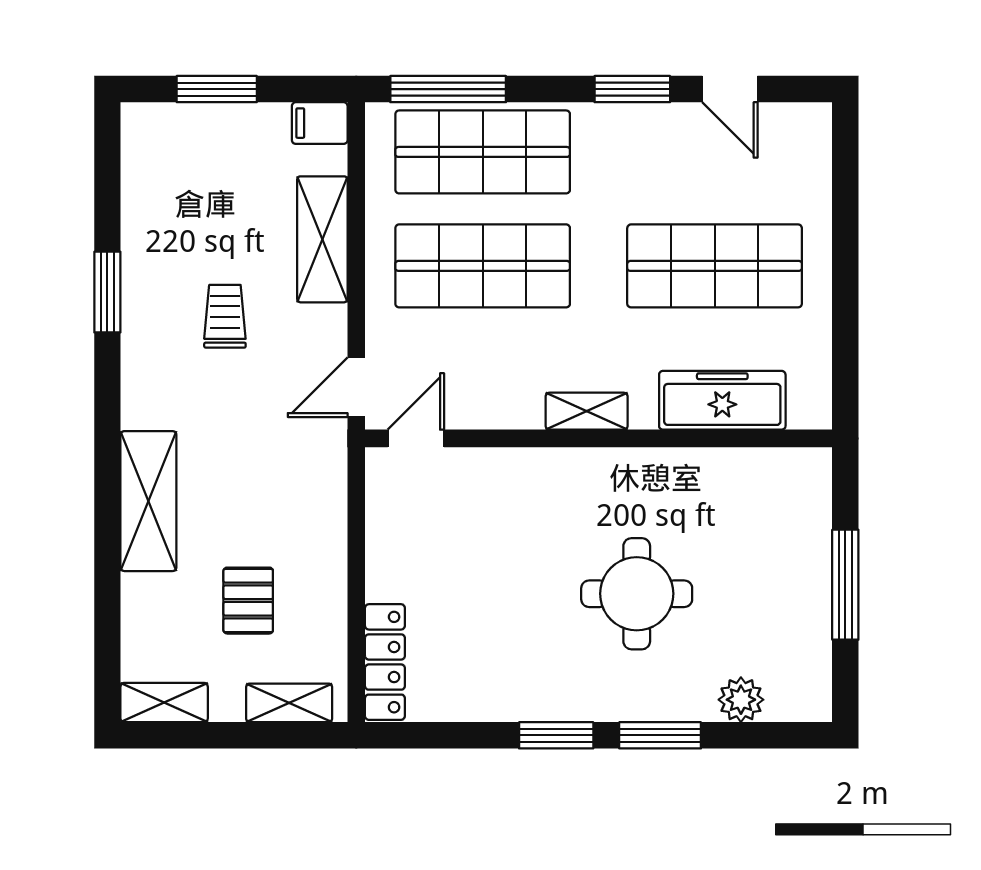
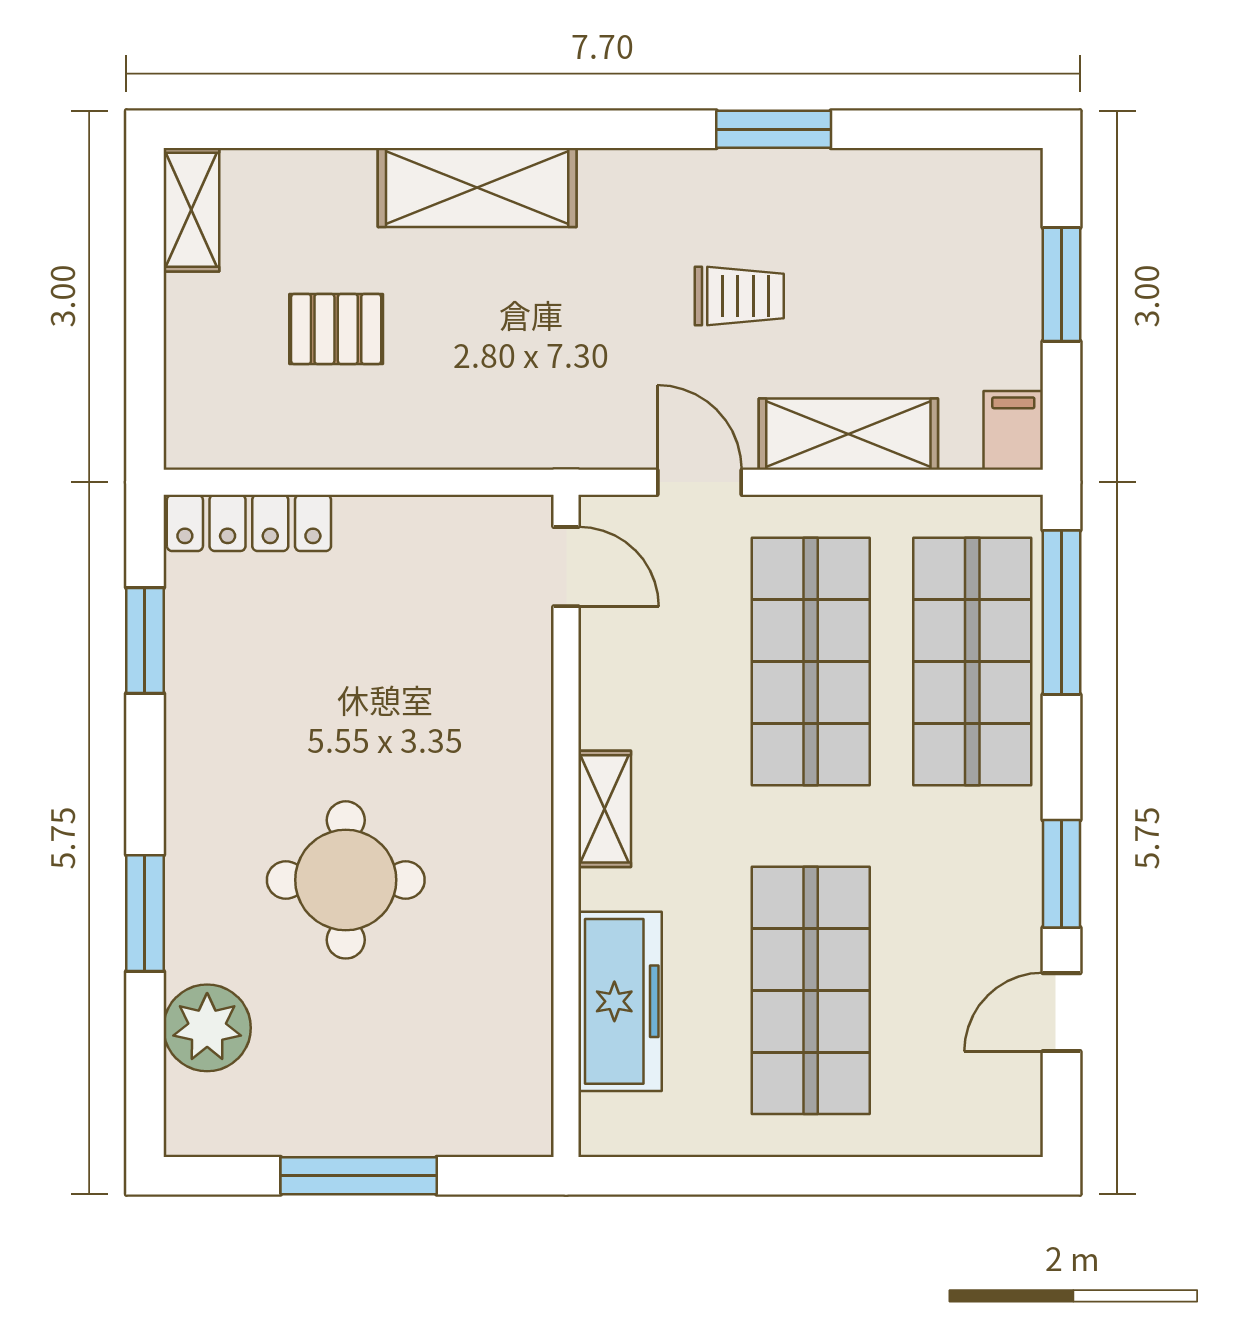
door: (356, 387) -> (699, 482), moved
plant: (741, 700) -> (207, 1028), width x1.36, depth x1.36
shelving: (289, 703) -> (191, 387), removed
window: (556, 735) -> (145, 641), moved

